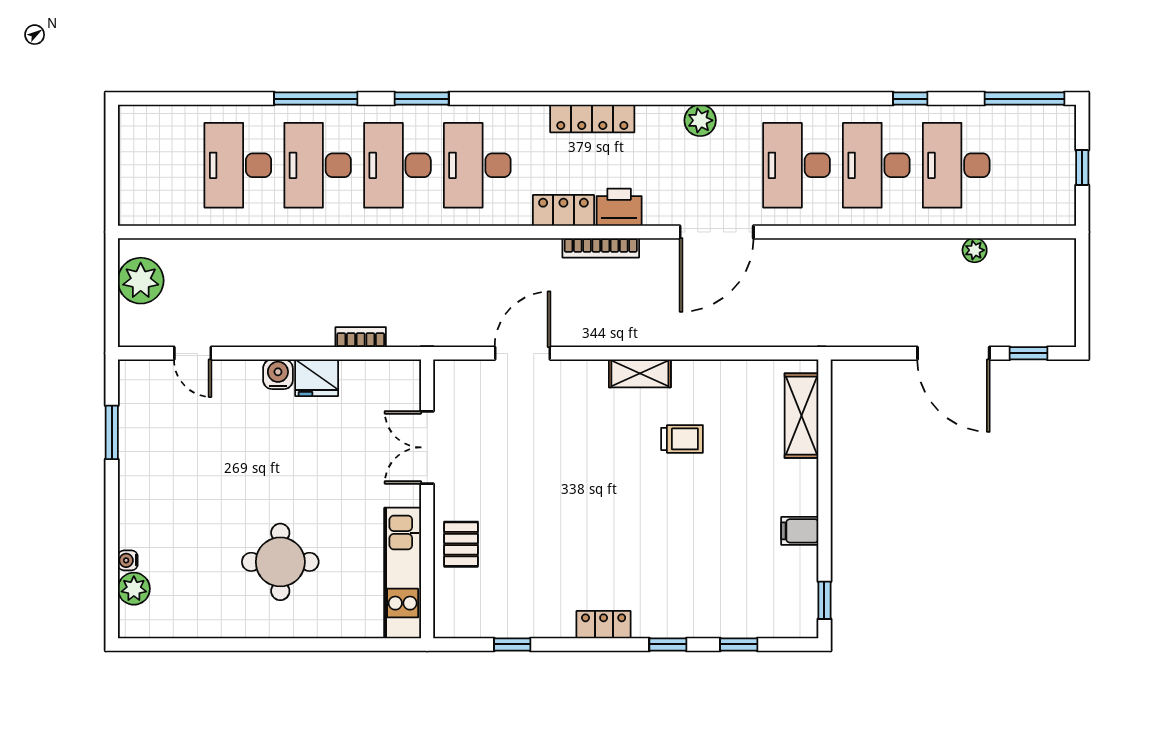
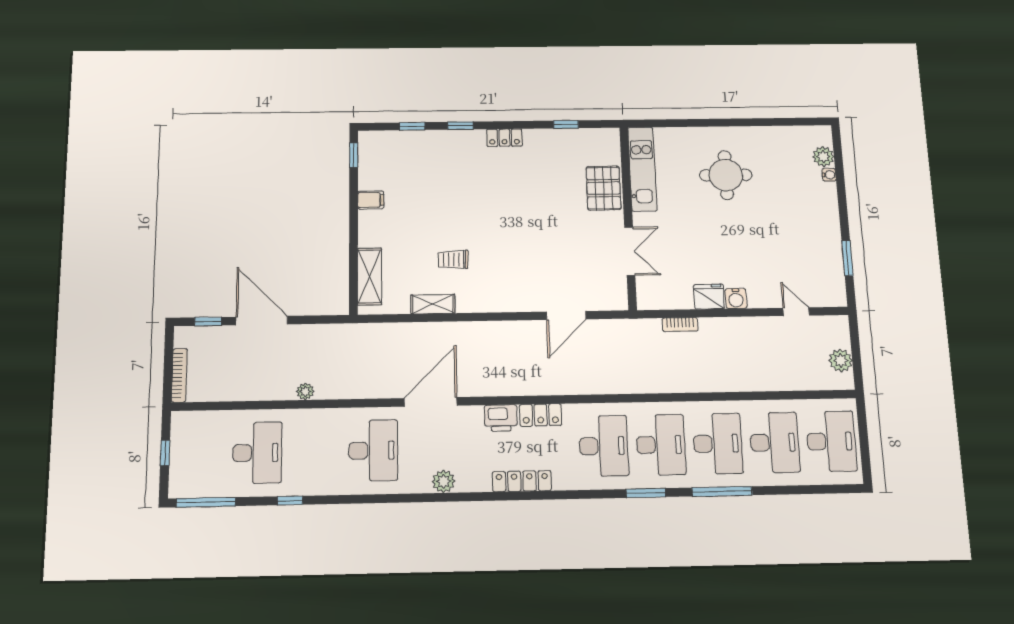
desk: (876, 165) -> (831, 441), moved
bookcase: (601, 248) -> (179, 375), moved, turned 90
plant: (975, 250) -> (305, 391), moved
plant: (141, 281) -> (841, 360), width x0.73, depth x0.73
shelving: (640, 373) -> (433, 304), moved
pallet: (461, 544) -> (604, 188), width x1.50, depth x1.42

